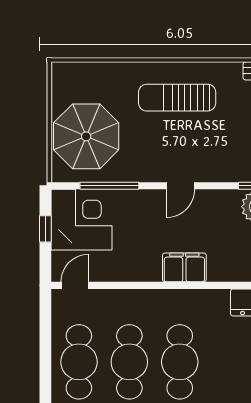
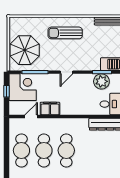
filing cabinet: (184, 267) -> (50, 108), moved
door: (75, 285) -> (31, 116), moved

